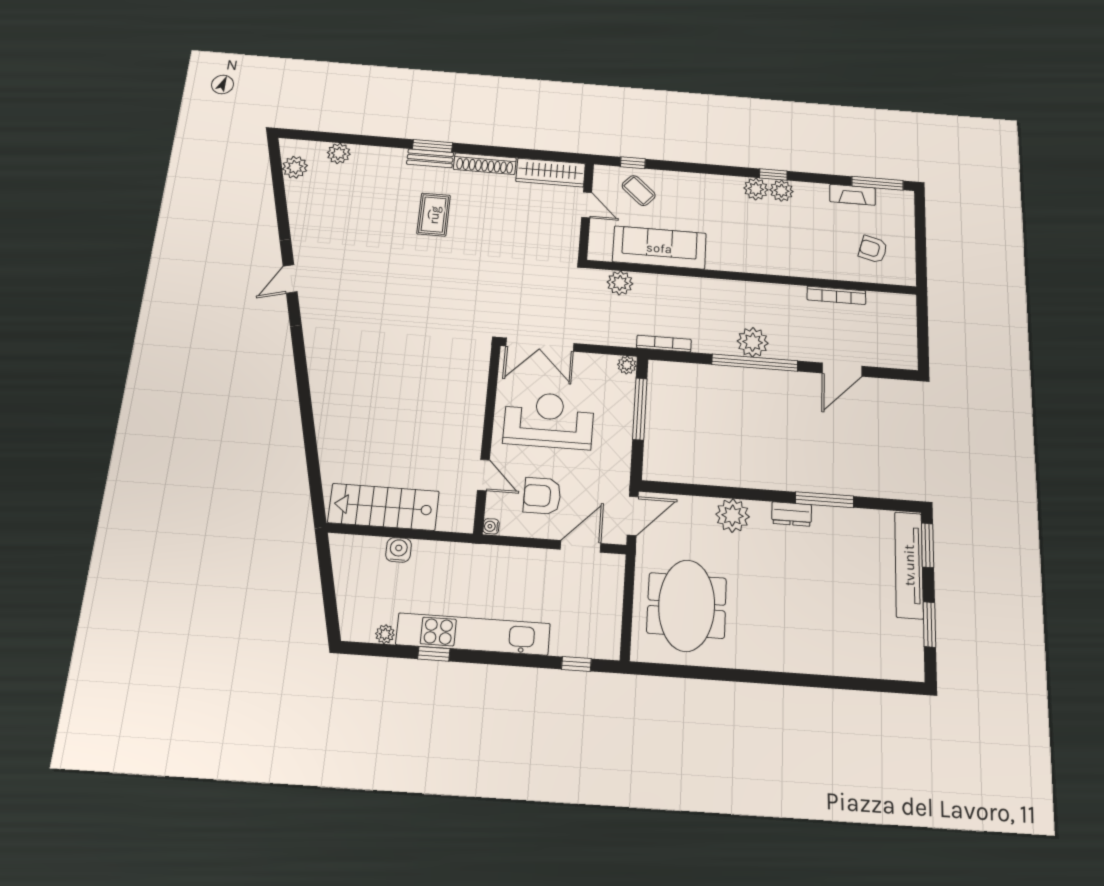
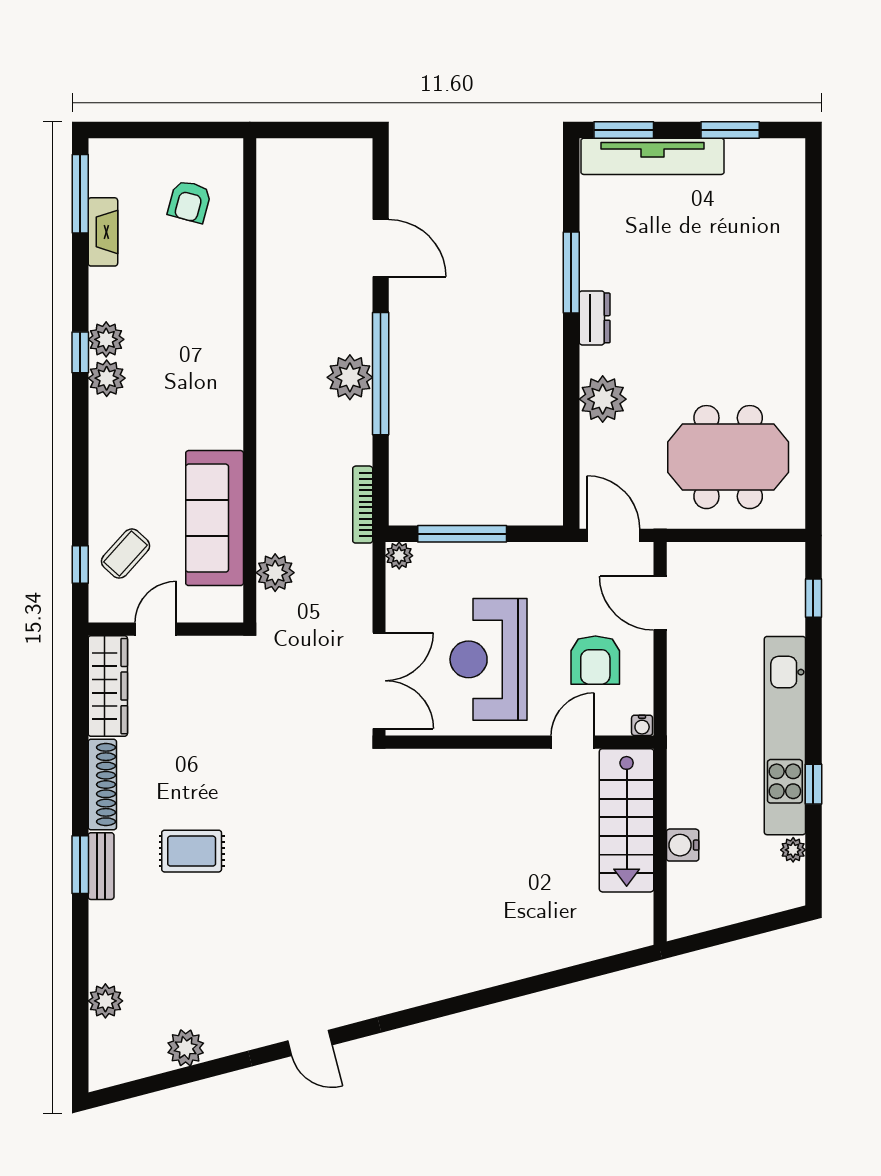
plant: (295, 167) -> (186, 1048), moved
bookcase: (836, 295) -> (267, 256), removed
stairs: (384, 507) -> (627, 820), moved

